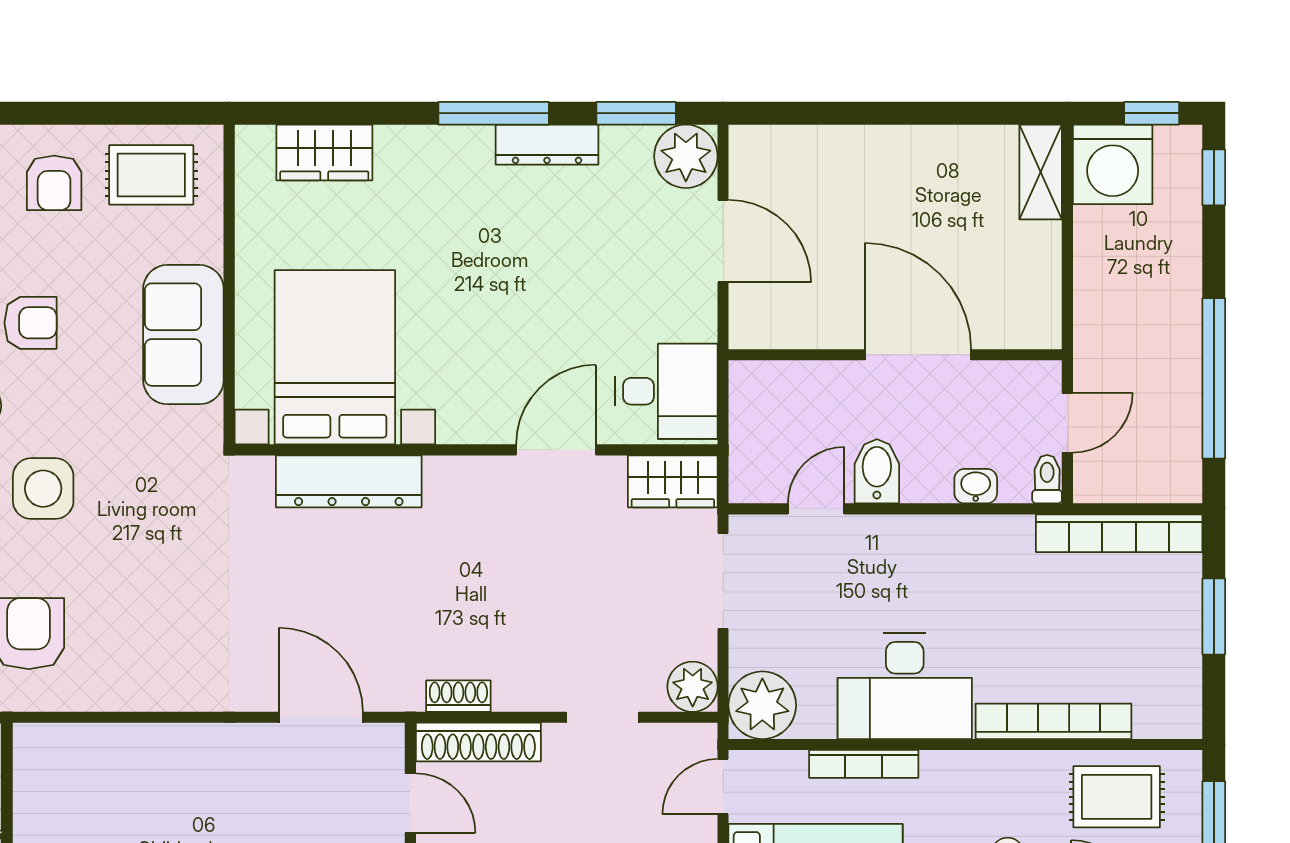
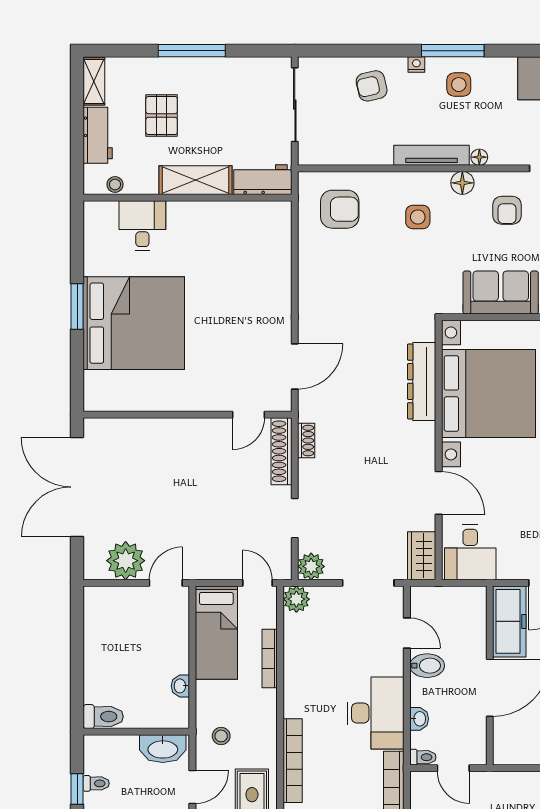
freezer: (795, 319) -> (509, 621), added
bed with nightstands: (335, 357) -> (488, 393), width x1.36
side table: (43, 489) -> (418, 217), width x0.73, depth x0.73
desk: (905, 686) -> (376, 713), moved, turned 180
plant: (762, 705) -> (296, 599), width x0.73, depth x0.73

